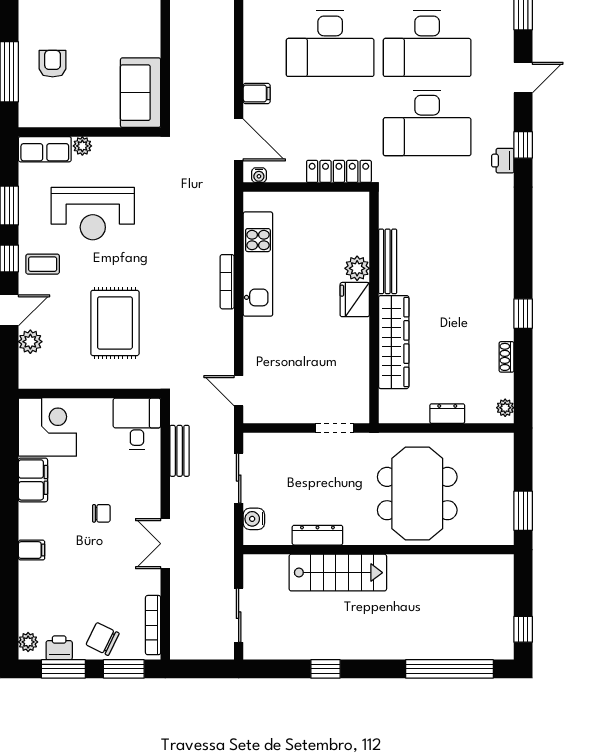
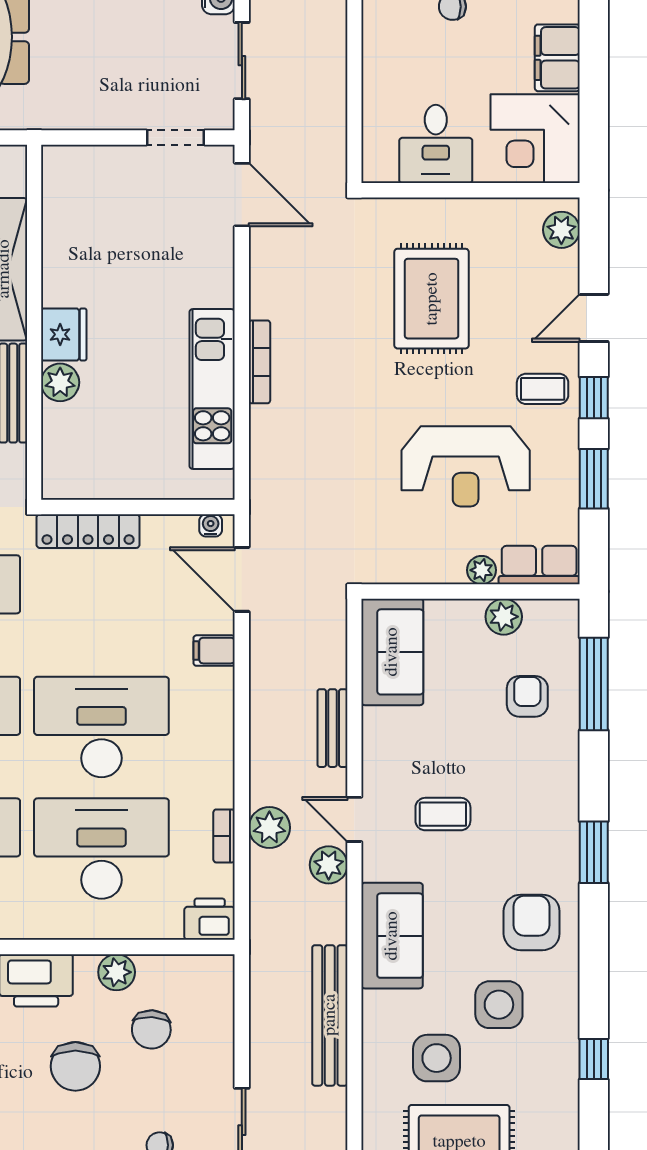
armchair: (53, 64) -> (527, 696), turned 180
plant: (68, 116) -> (504, 617), added
reception desk: (93, 214) -> (466, 466), turned 180
plant: (30, 342) -> (561, 230), moved
door: (239, 391) -> (242, 195), width x1.38
desk: (137, 424) -> (436, 144), moved
doorway: (335, 428) -> (176, 137), moved
bench: (180, 451) -> (332, 728), moved

